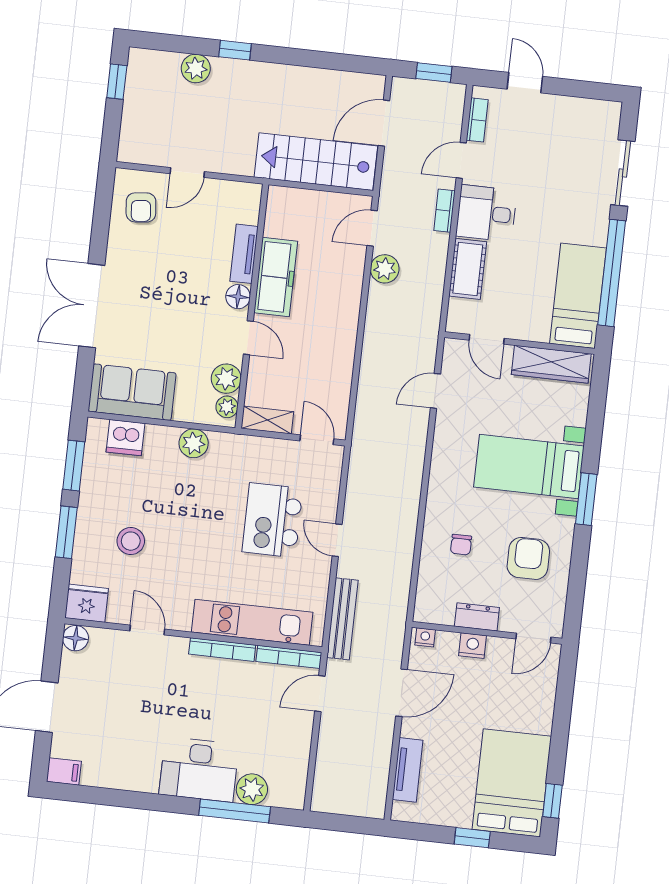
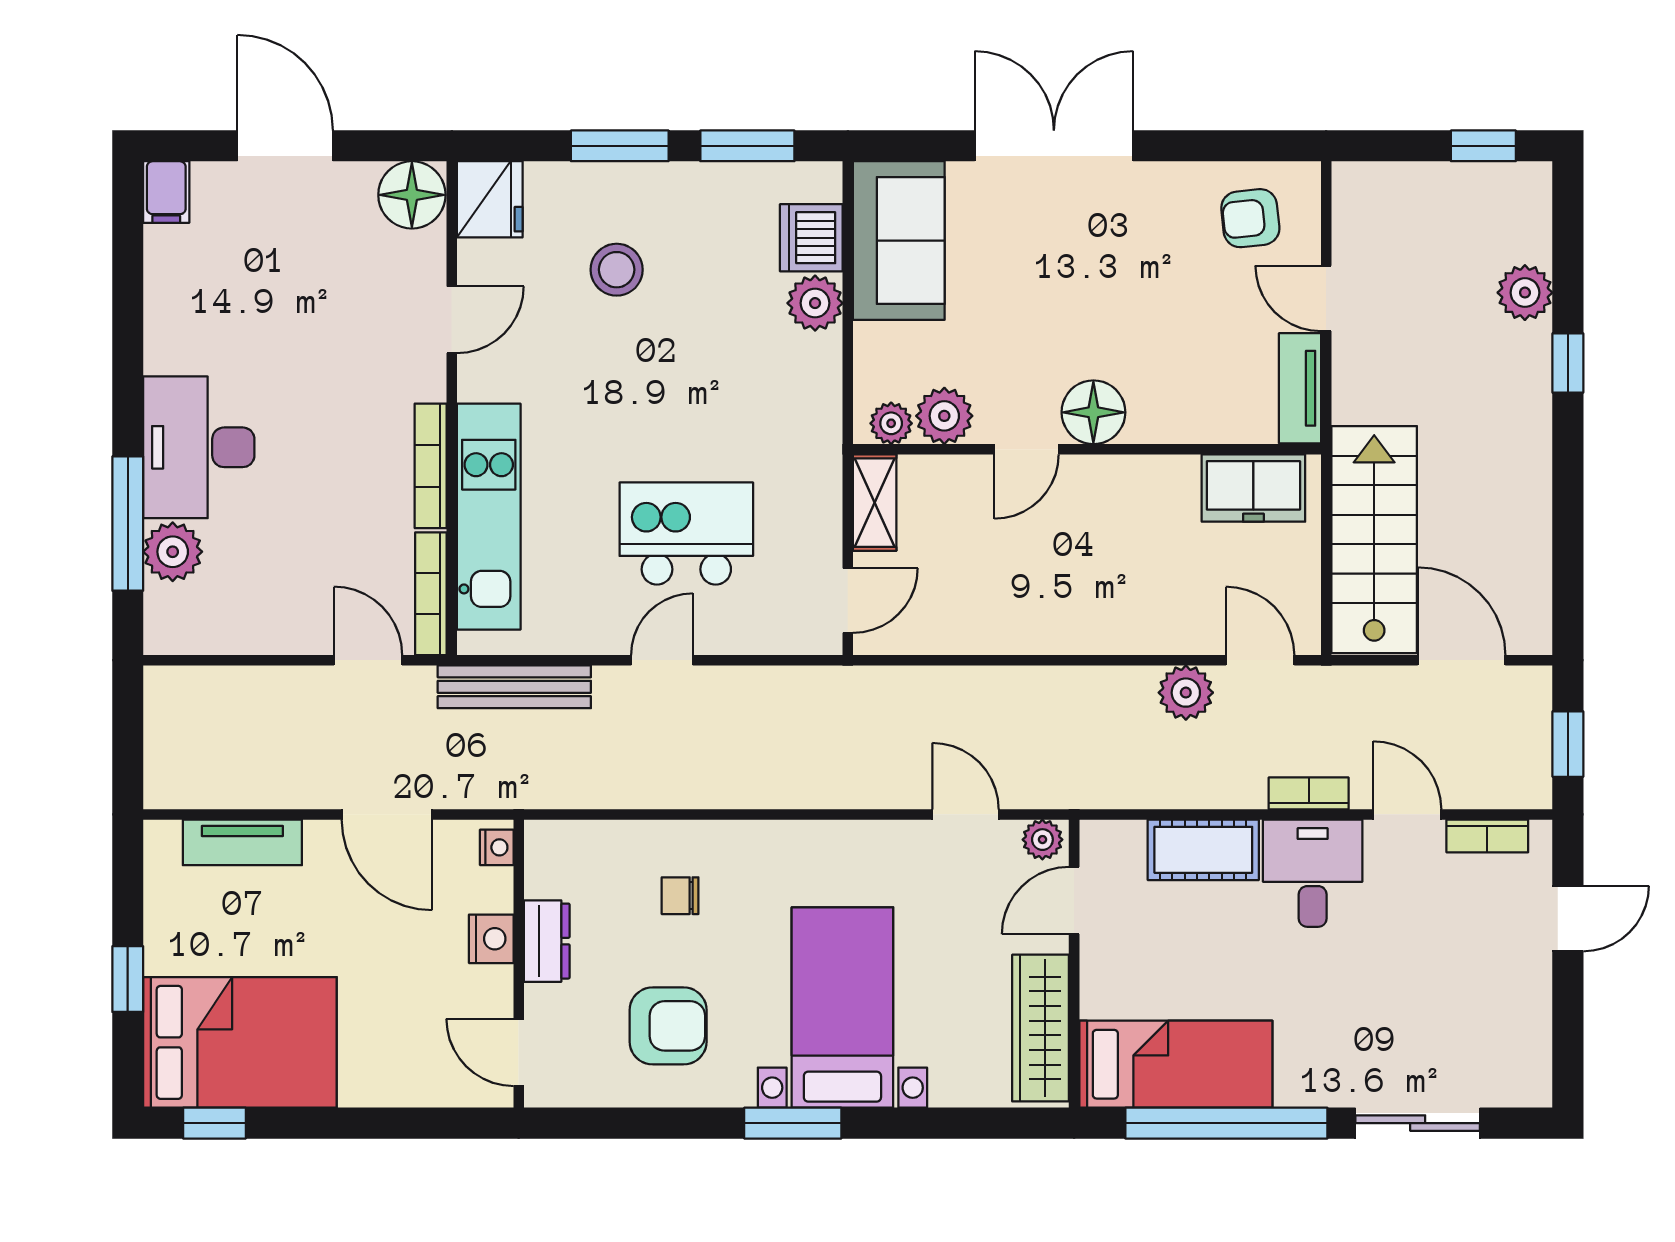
tv unit: (244, 254) -> (1300, 388), moved, turned -90
freezer: (276, 277) -> (1253, 488), moved, width x0.71
floor lamp: (238, 297) -> (1093, 412), width x1.38, depth x1.38
plant: (453, 352) -> (1042, 840), added
plant: (194, 443) -> (815, 303), moved
floor lamp: (75, 638) -> (412, 195), width x1.38, depth x1.38

